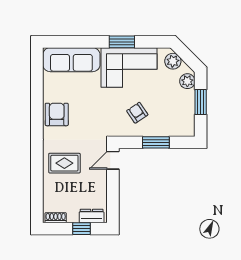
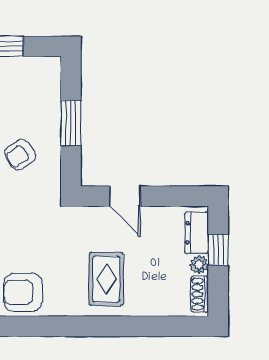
door: (113, 160) -> (125, 196), moved
plant: (73, 218) -> (199, 265), added

